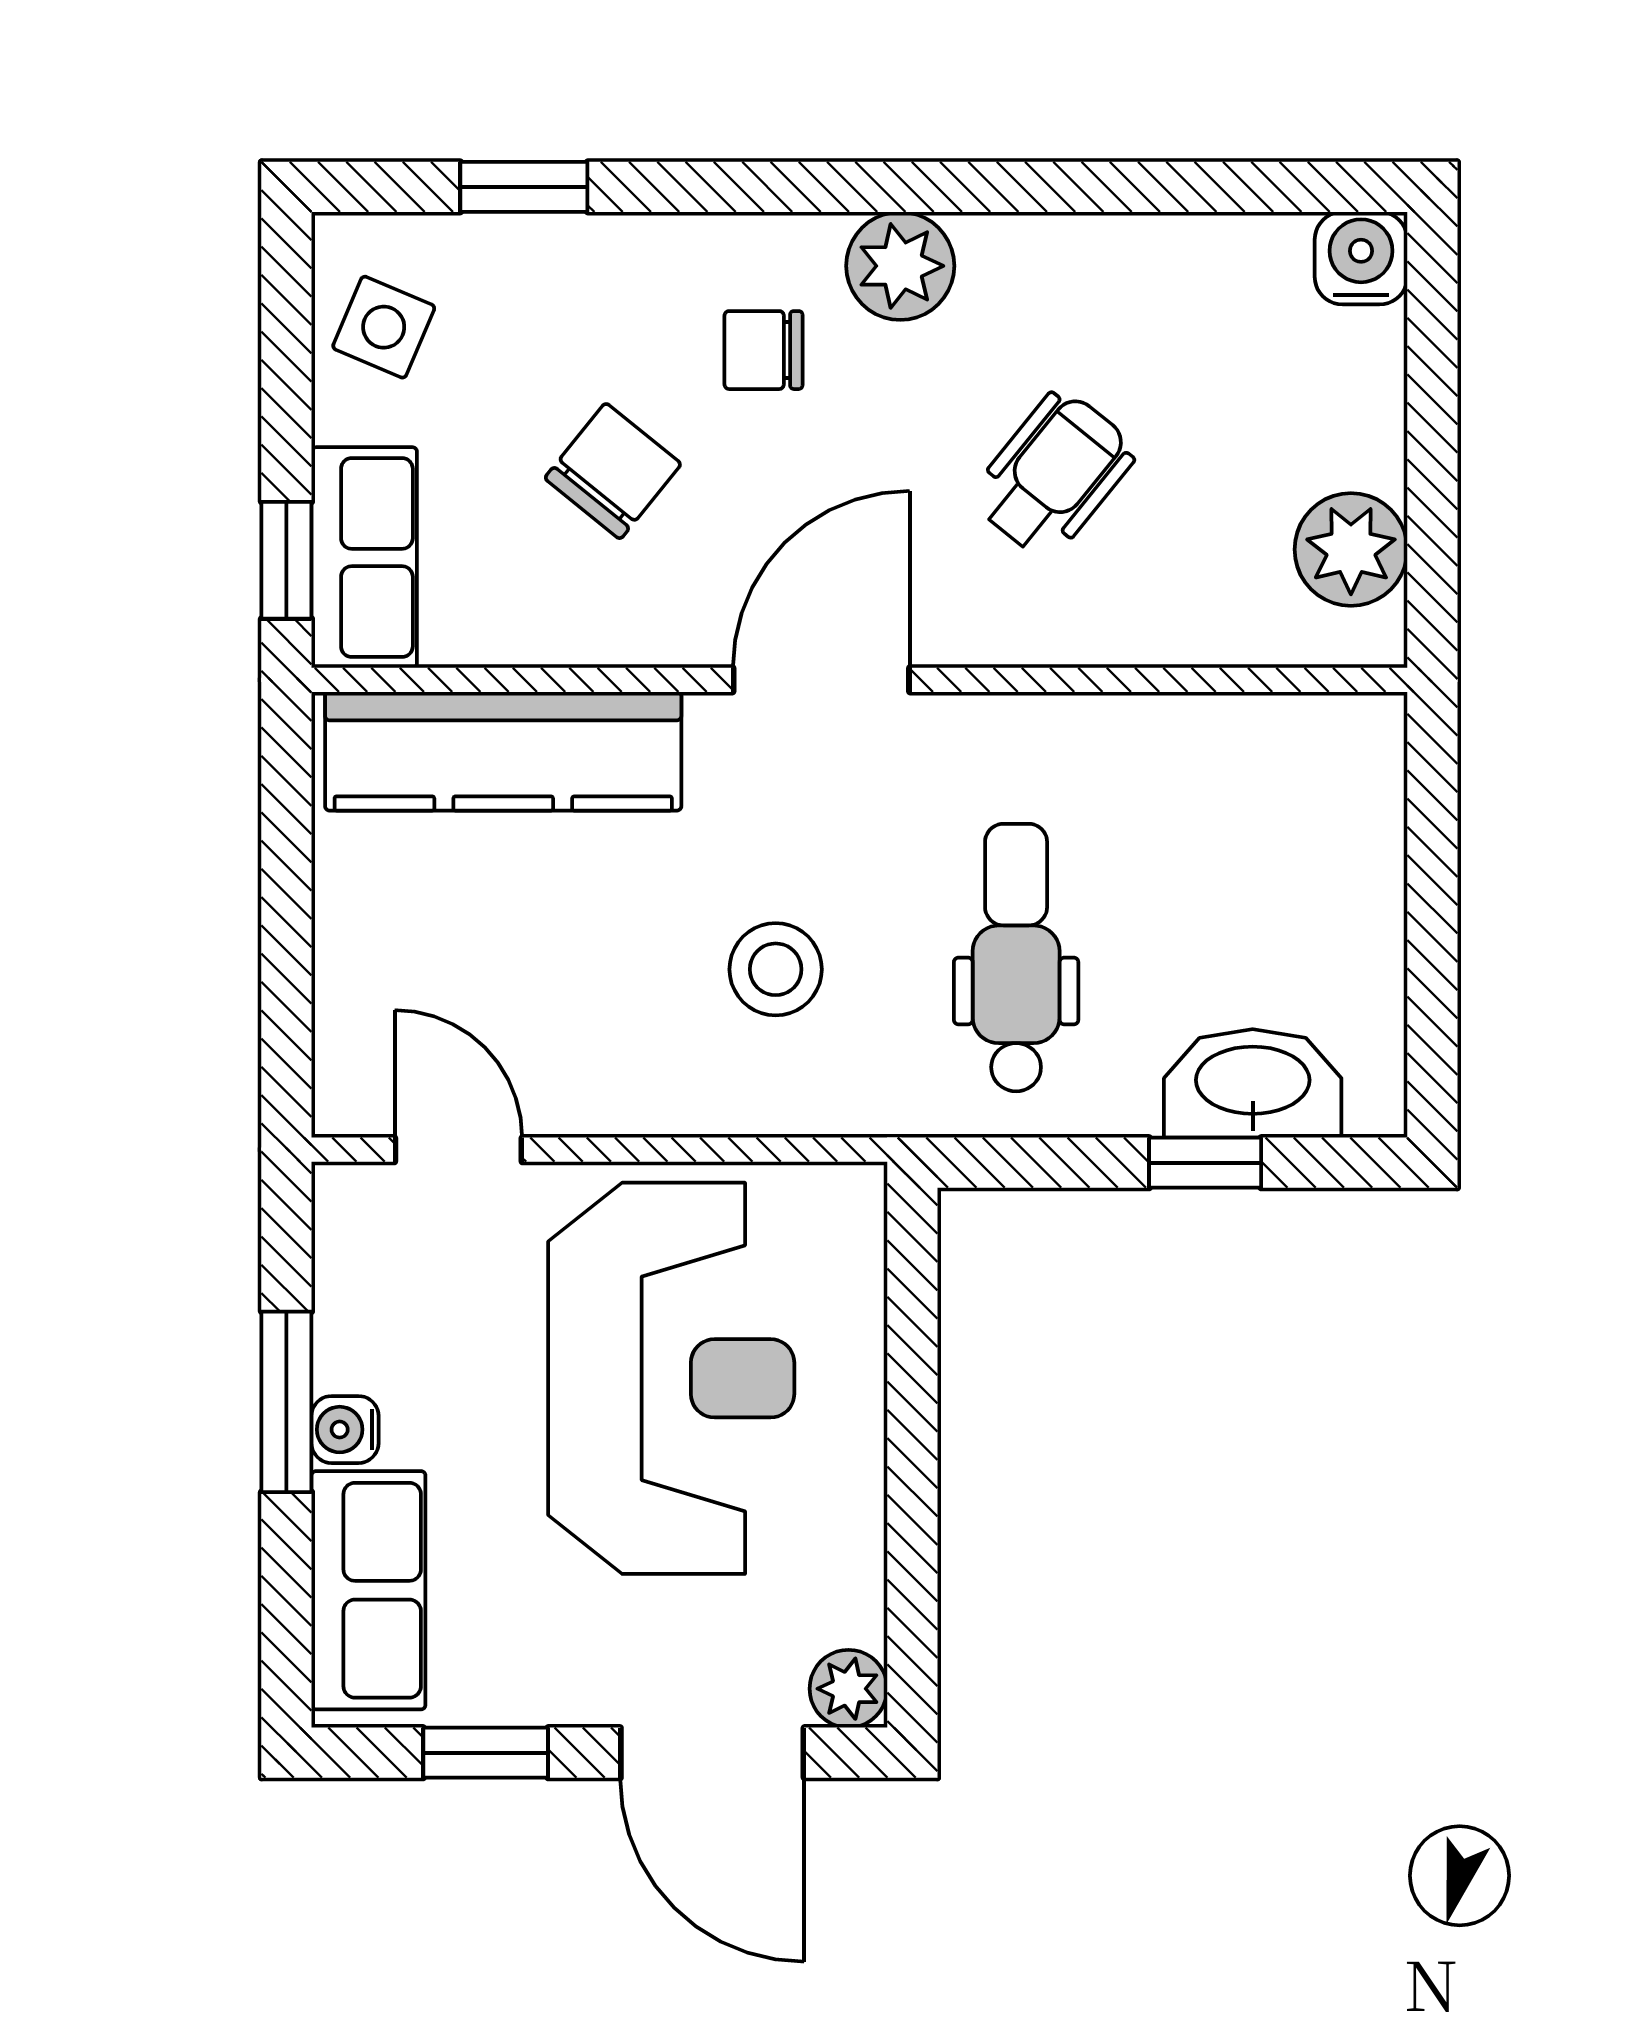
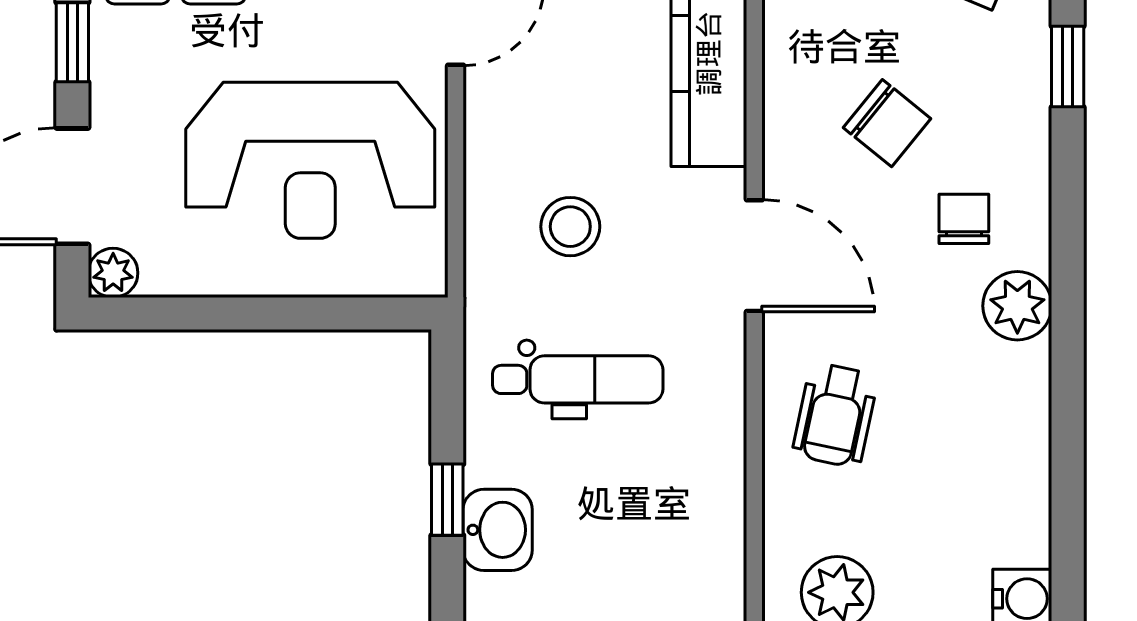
wheelchair: (1053, 474) -> (835, 415), moved, turned 63
washbasin: (1253, 1083) -> (498, 530), width x0.72

